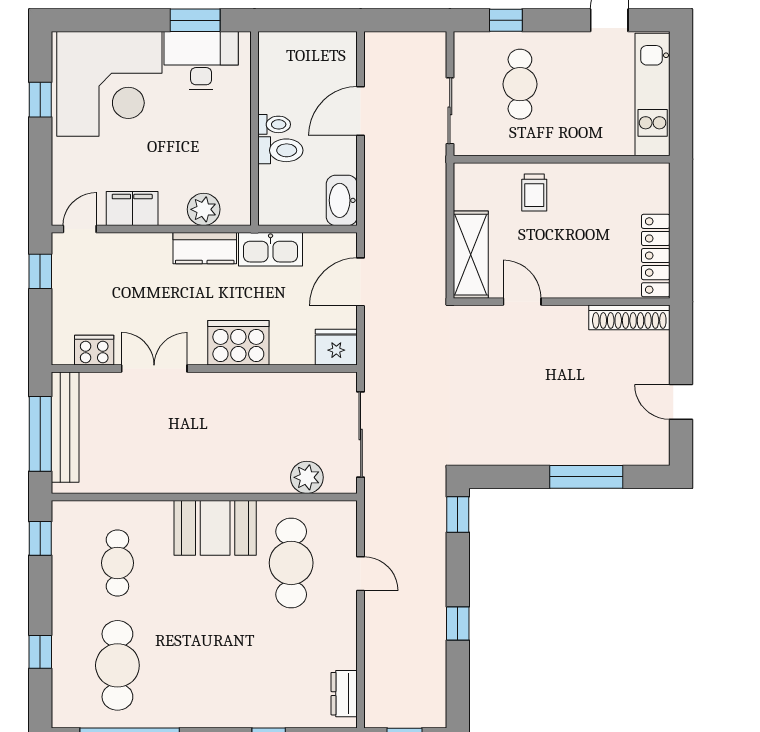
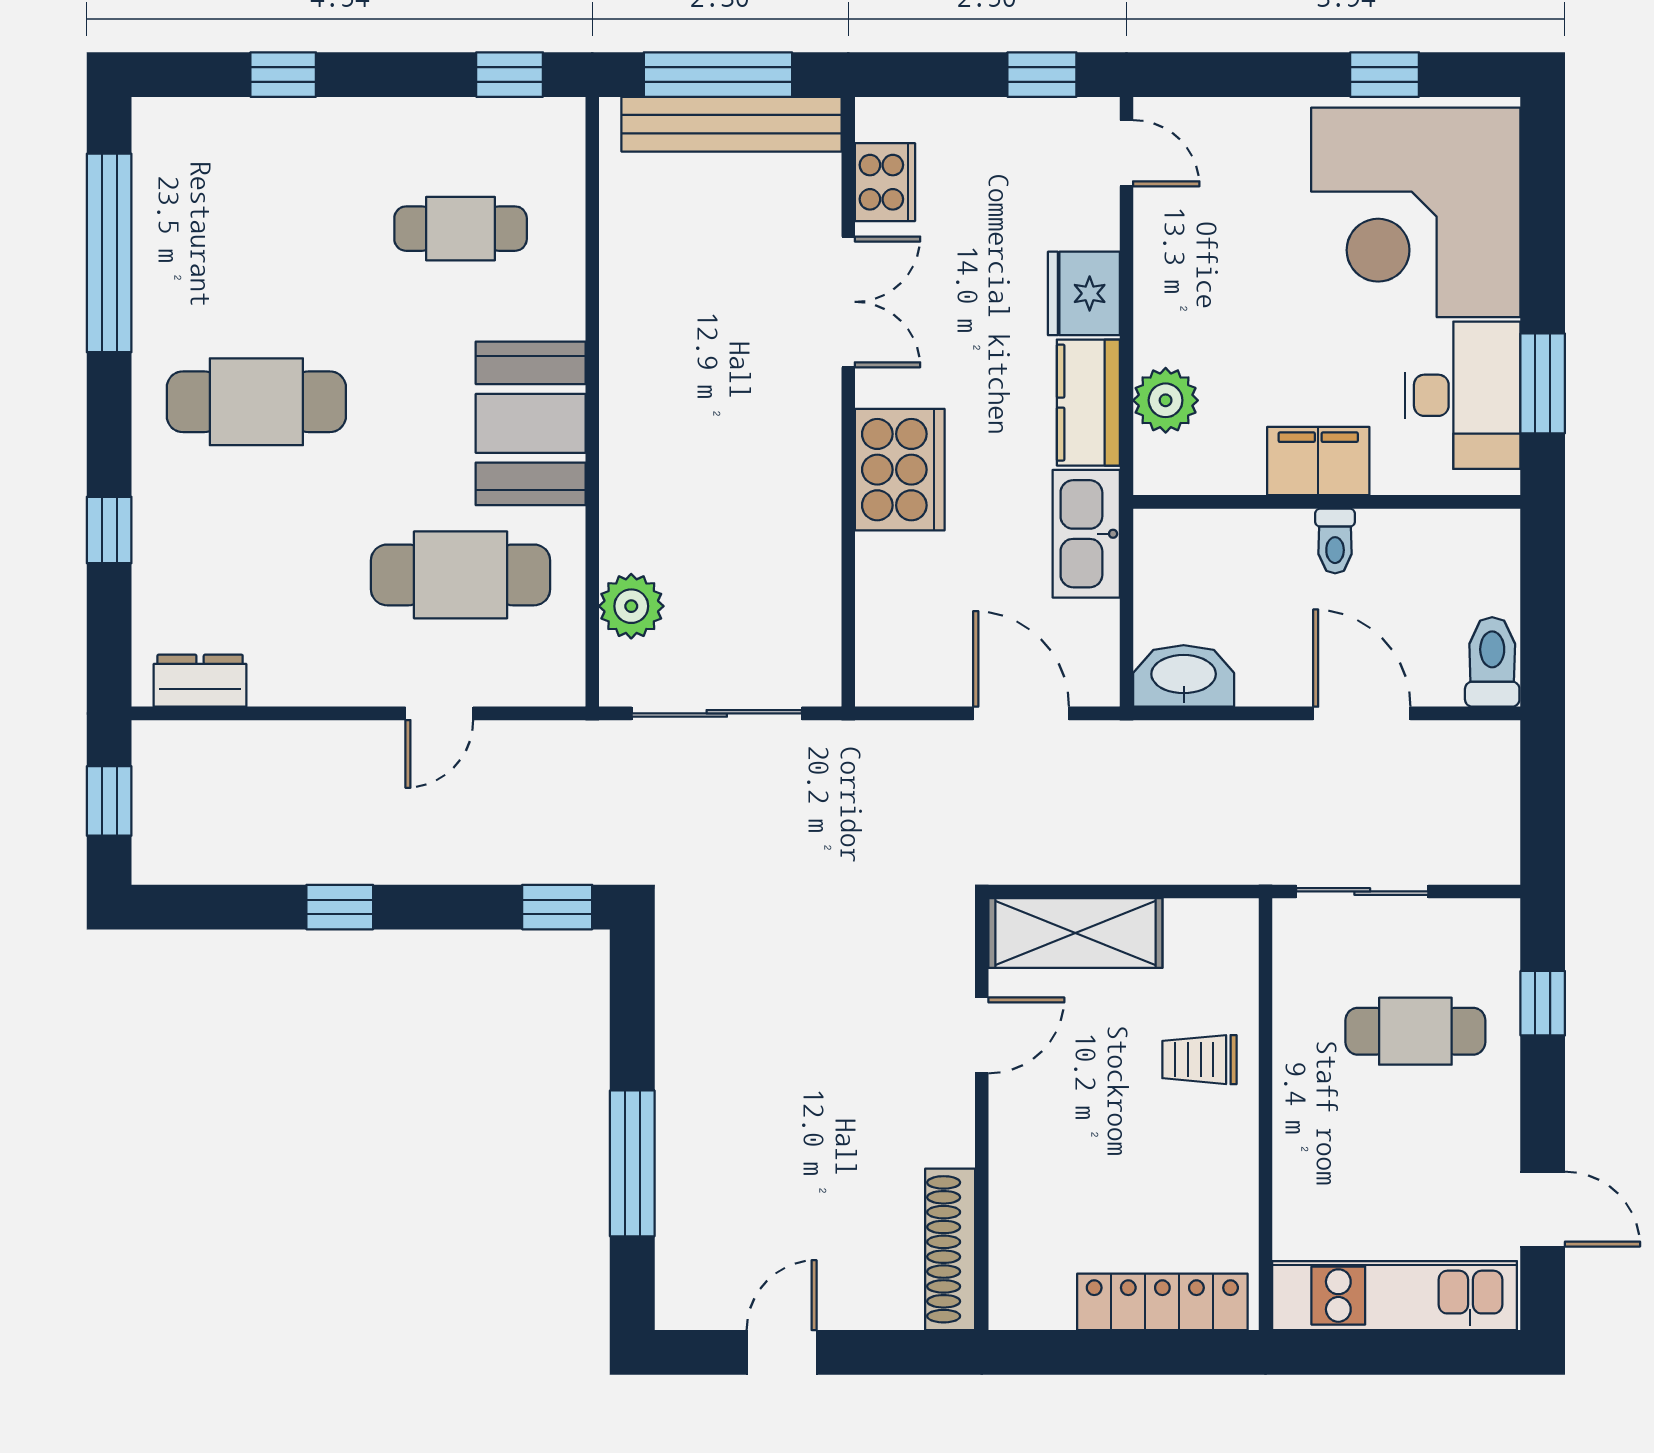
toilet: (280, 150) -> (1492, 662), moved, turned 180
filing cabinet: (132, 209) -> (1318, 461), moved, turned -90
locker: (656, 256) -> (1162, 1302), moved
fridge: (336, 347) -> (1084, 293), moved, turned 180
cafe table: (117, 665) -> (256, 402), moved

